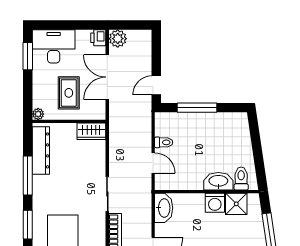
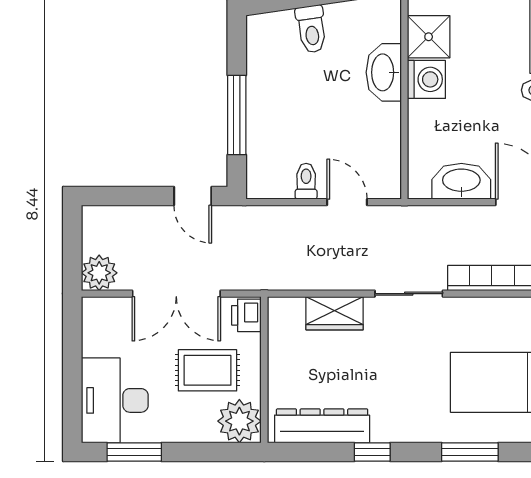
printer: (98, 38) -> (246, 315), moved, turned 90
plant: (38, 114) -> (239, 421), width x1.87, depth x1.87
wardrobe: (91, 131) -> (335, 313), moved, turned 90
door: (153, 163) -> (347, 202), hinge flipped
window: (28, 176) -> (372, 452), width x0.46
toilet: (241, 179) -> (311, 29), moved, turned -98
washbasin: (164, 208) -> (461, 181), moved

